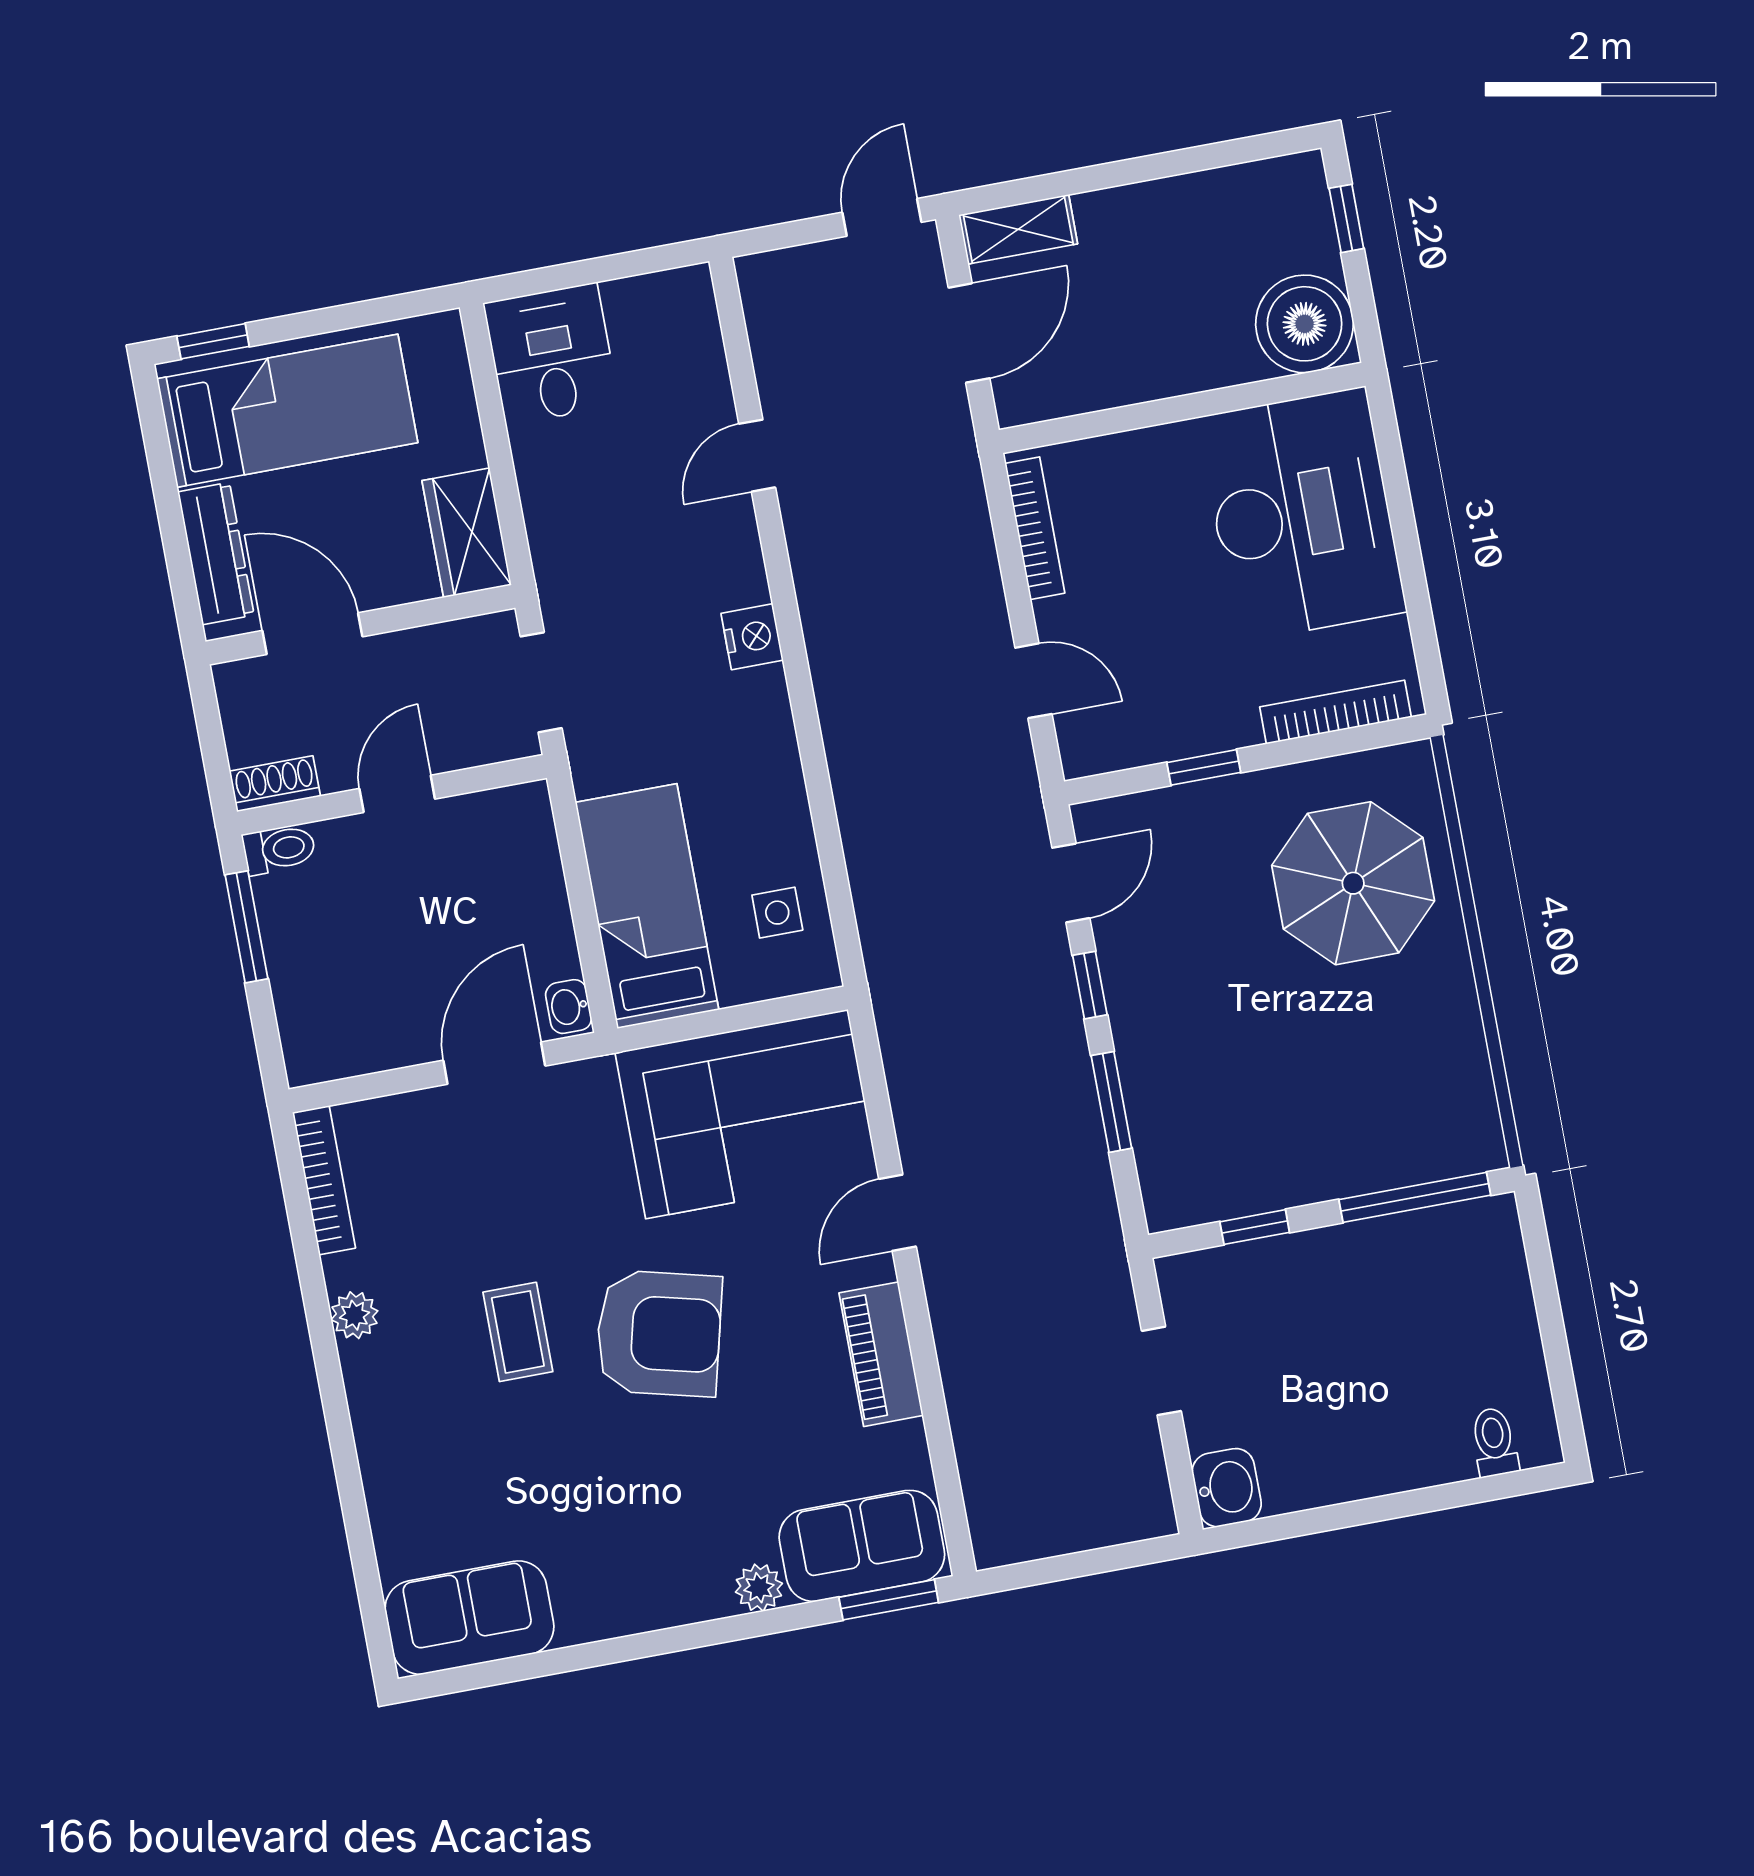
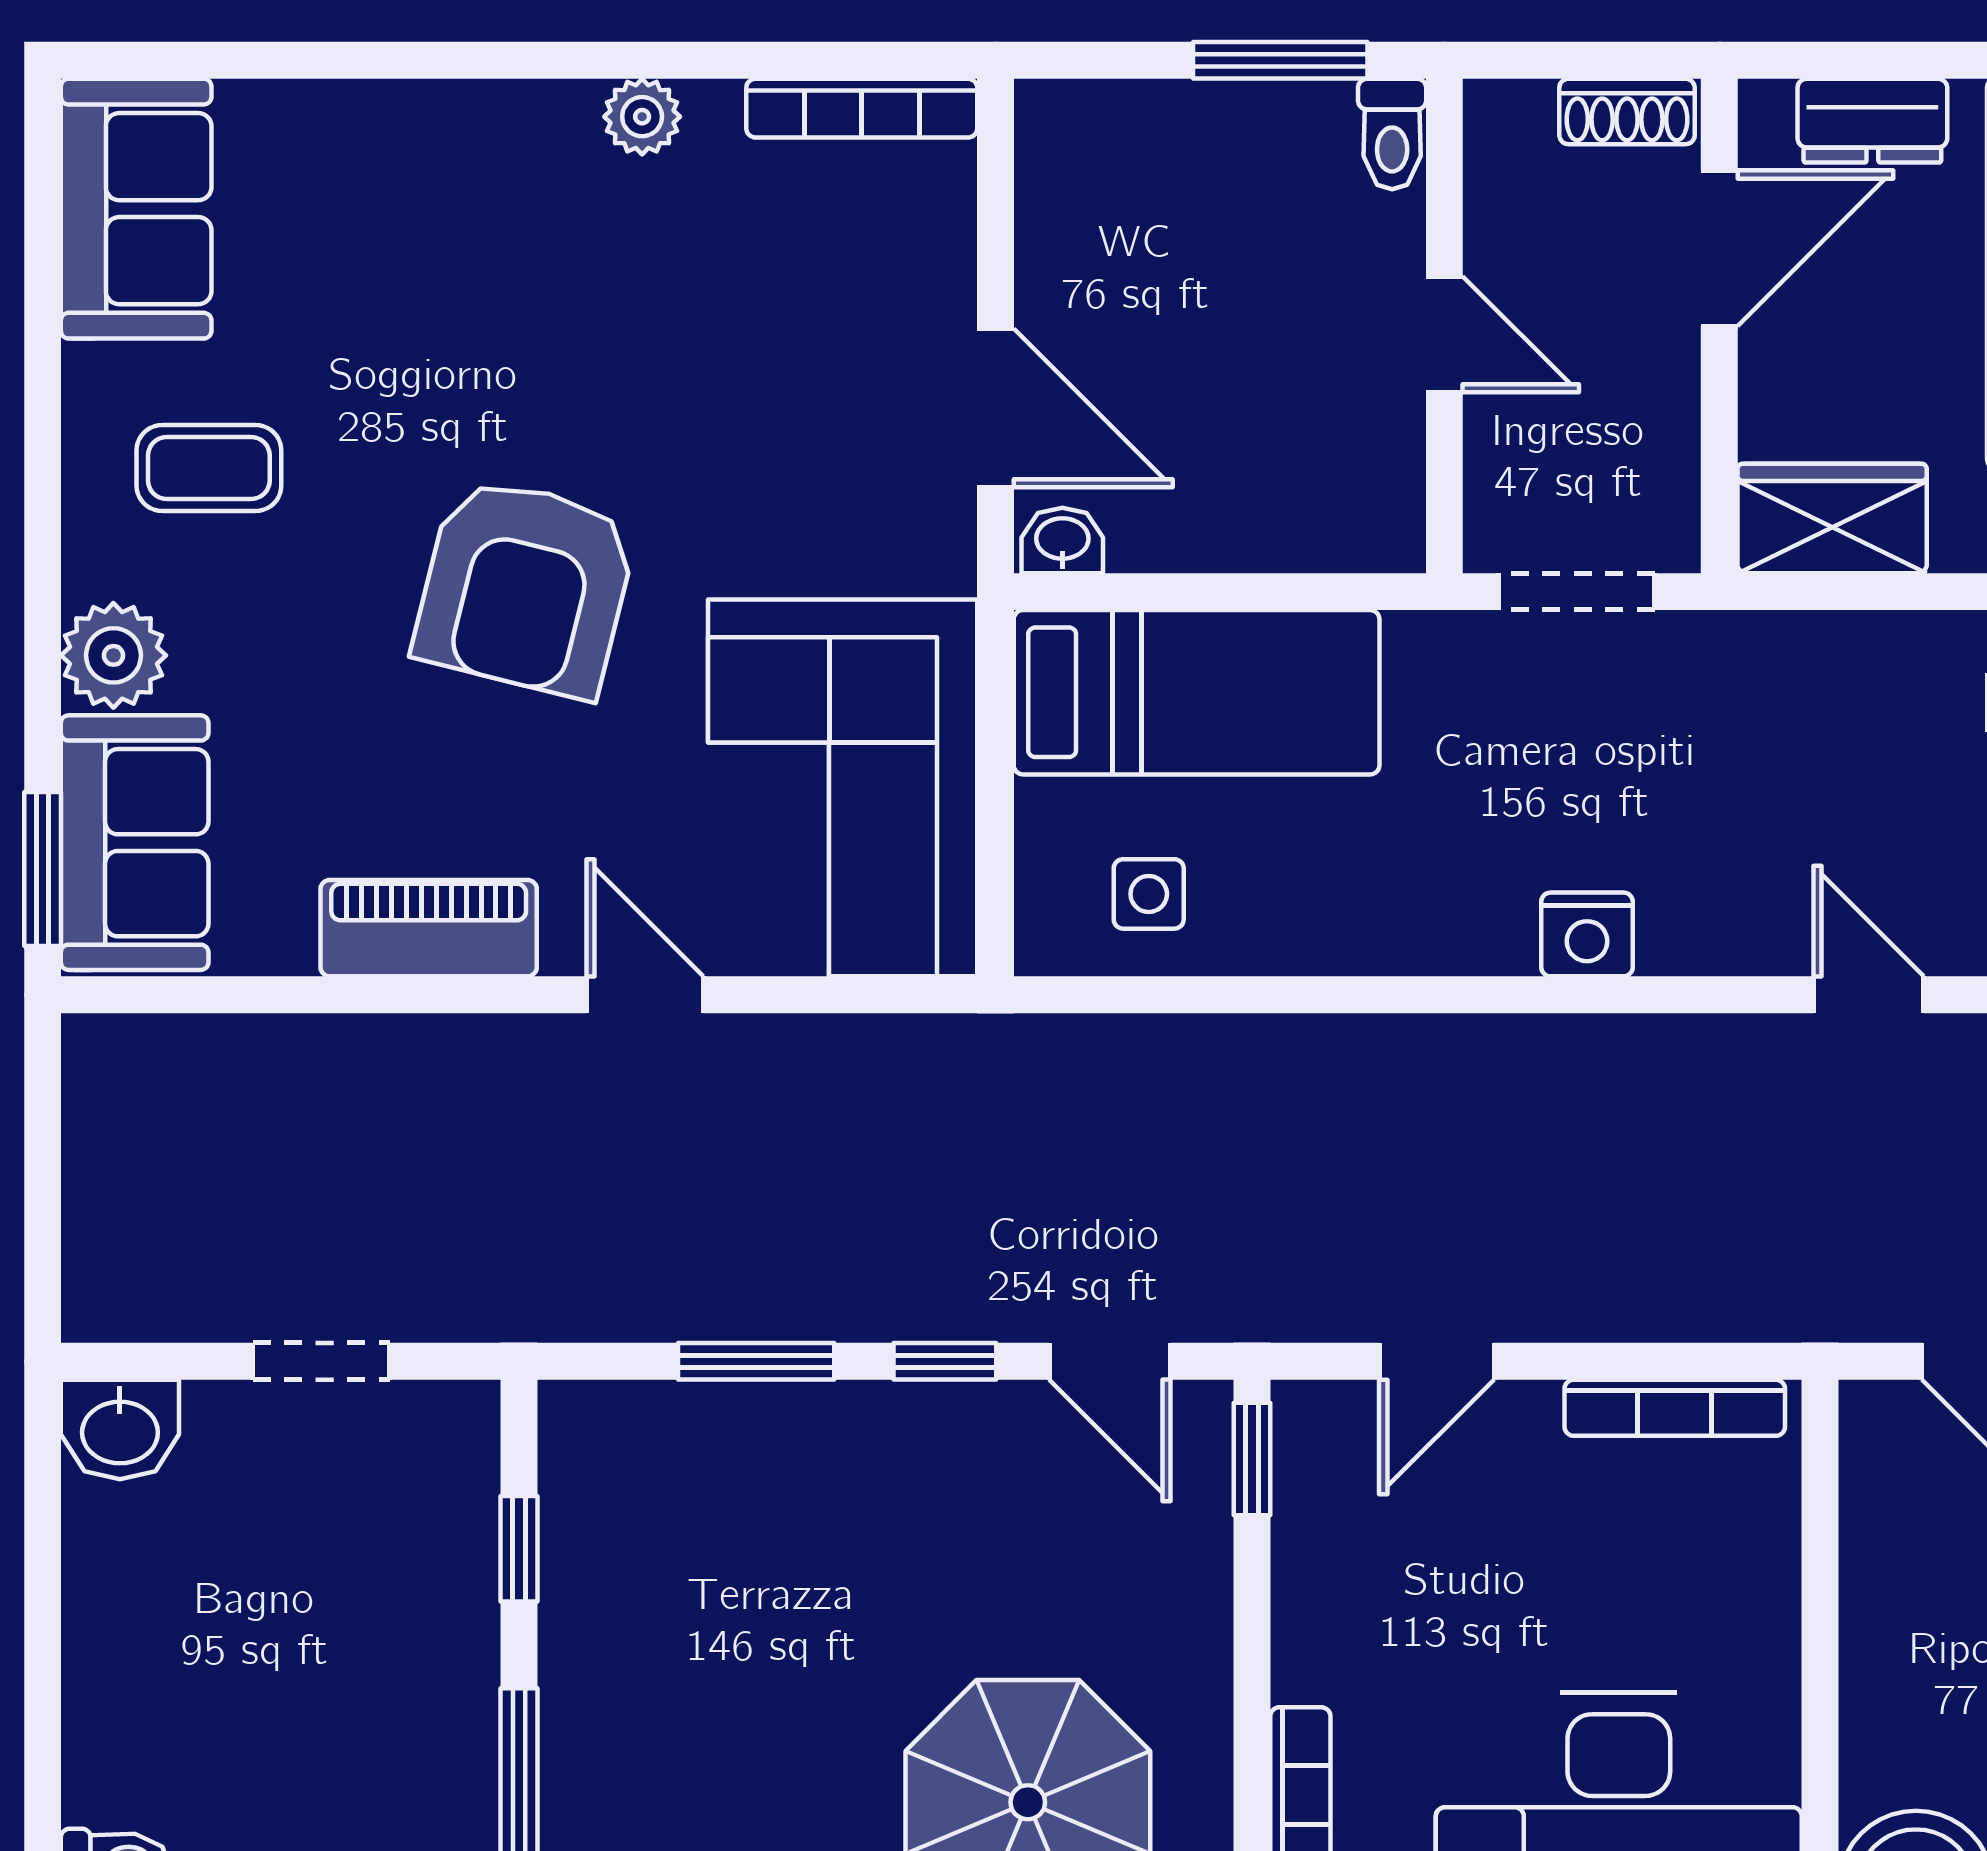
dresser: (216, 553) -> (1872, 121), width x0.70
window: (1204, 767) -> (1252, 1459), moved
shoe rack: (275, 784) -> (1627, 111), moved, turned 90
coffee table: (518, 1332) -> (209, 468), moved
plant: (759, 1588) -> (113, 655), width x1.38, depth x1.38

